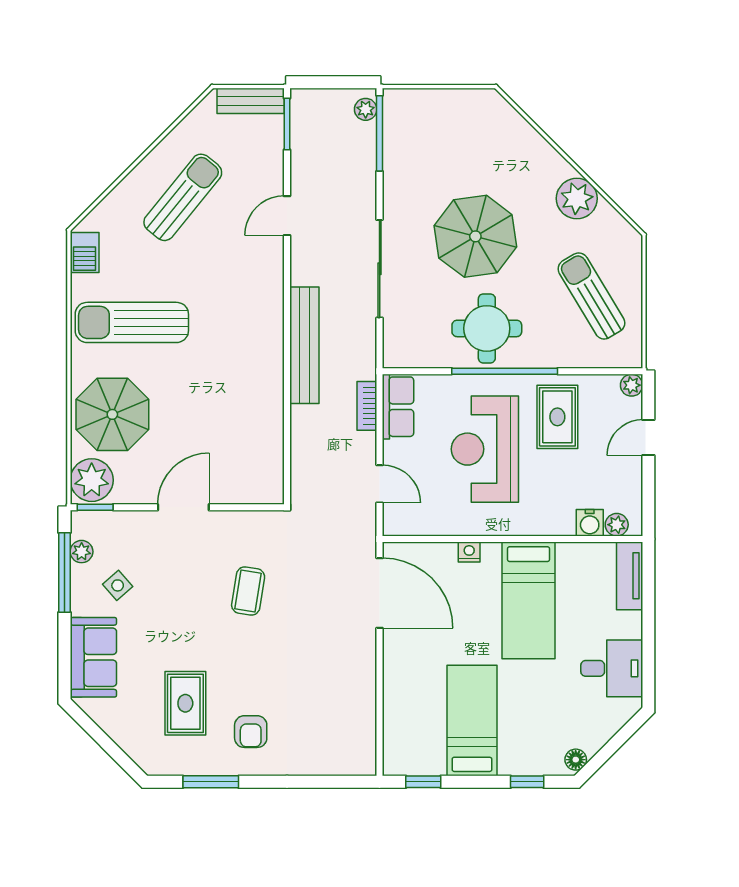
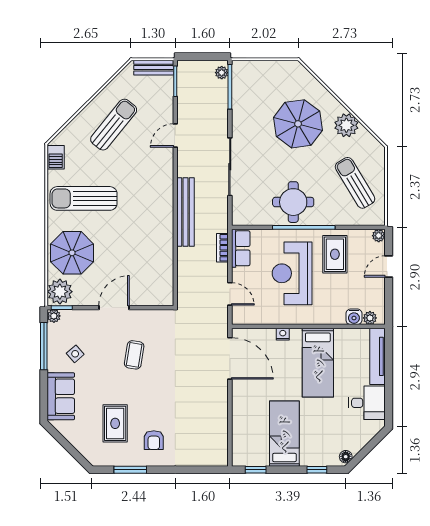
parasol: (475, 236) -> (298, 124), moved
plant: (82, 552) -> (54, 316), moved
tv unit: (630, 576) -> (378, 356), width x1.41
coffee table: (248, 591) -> (134, 355), moved

